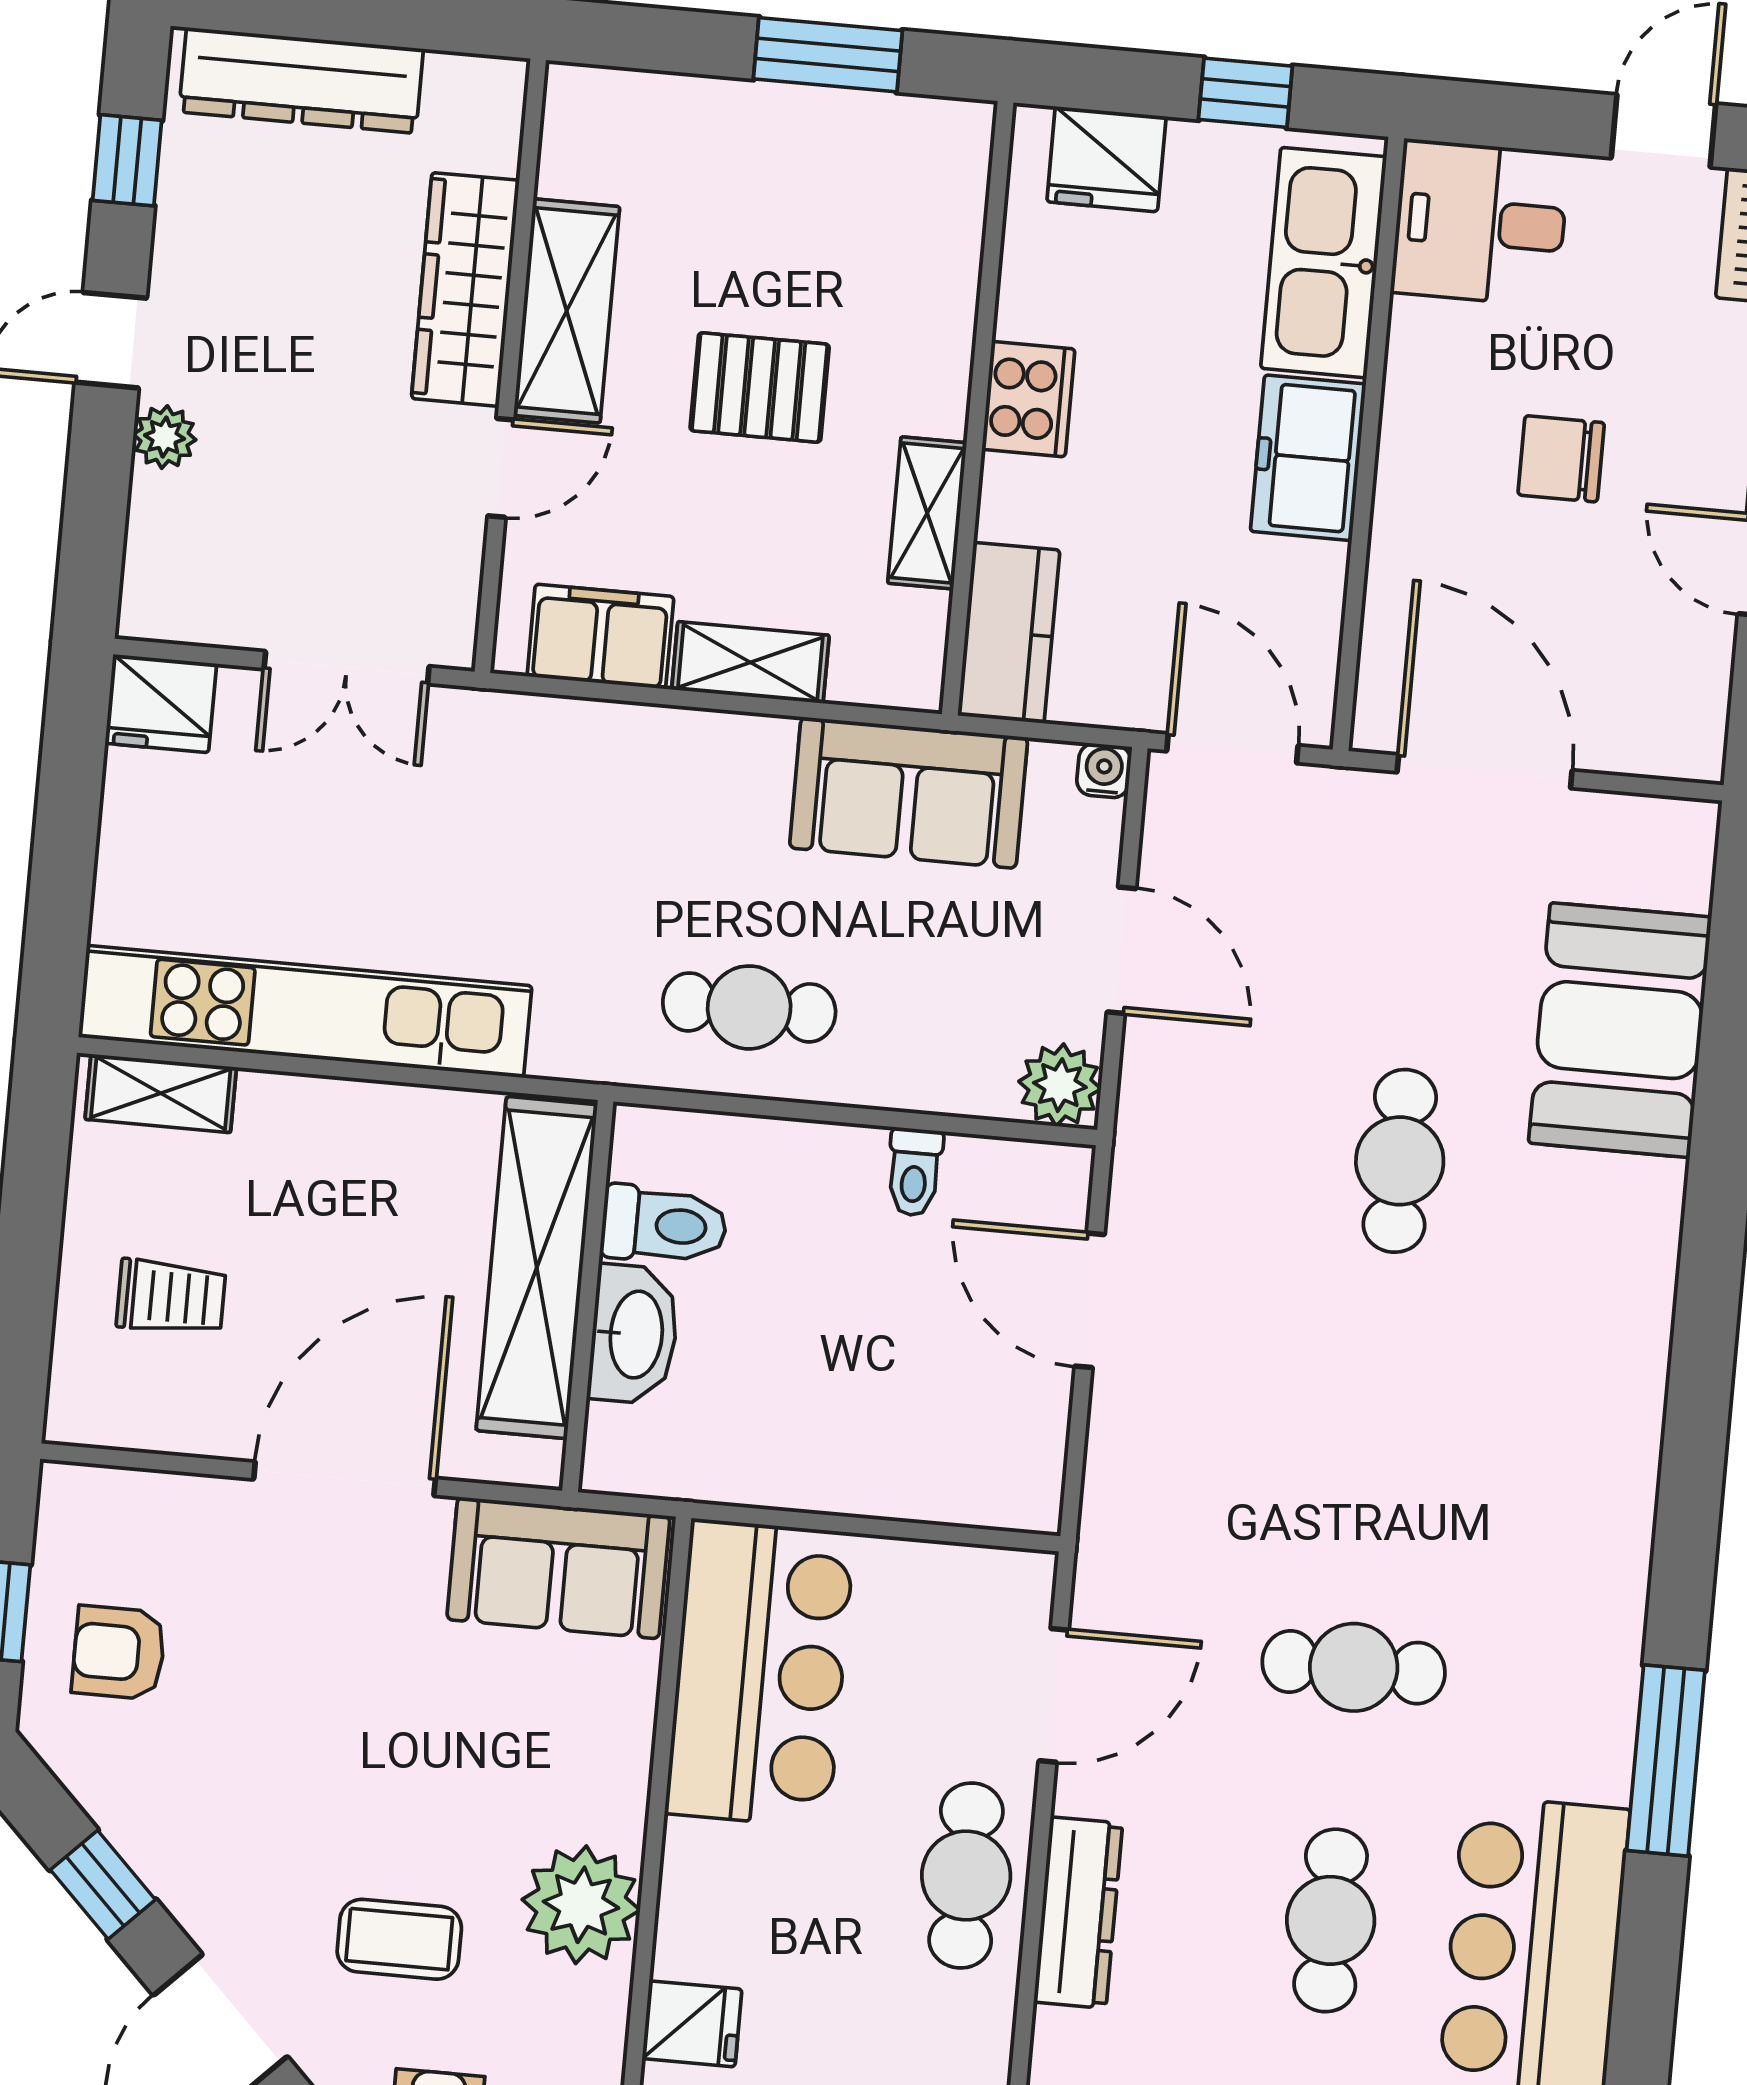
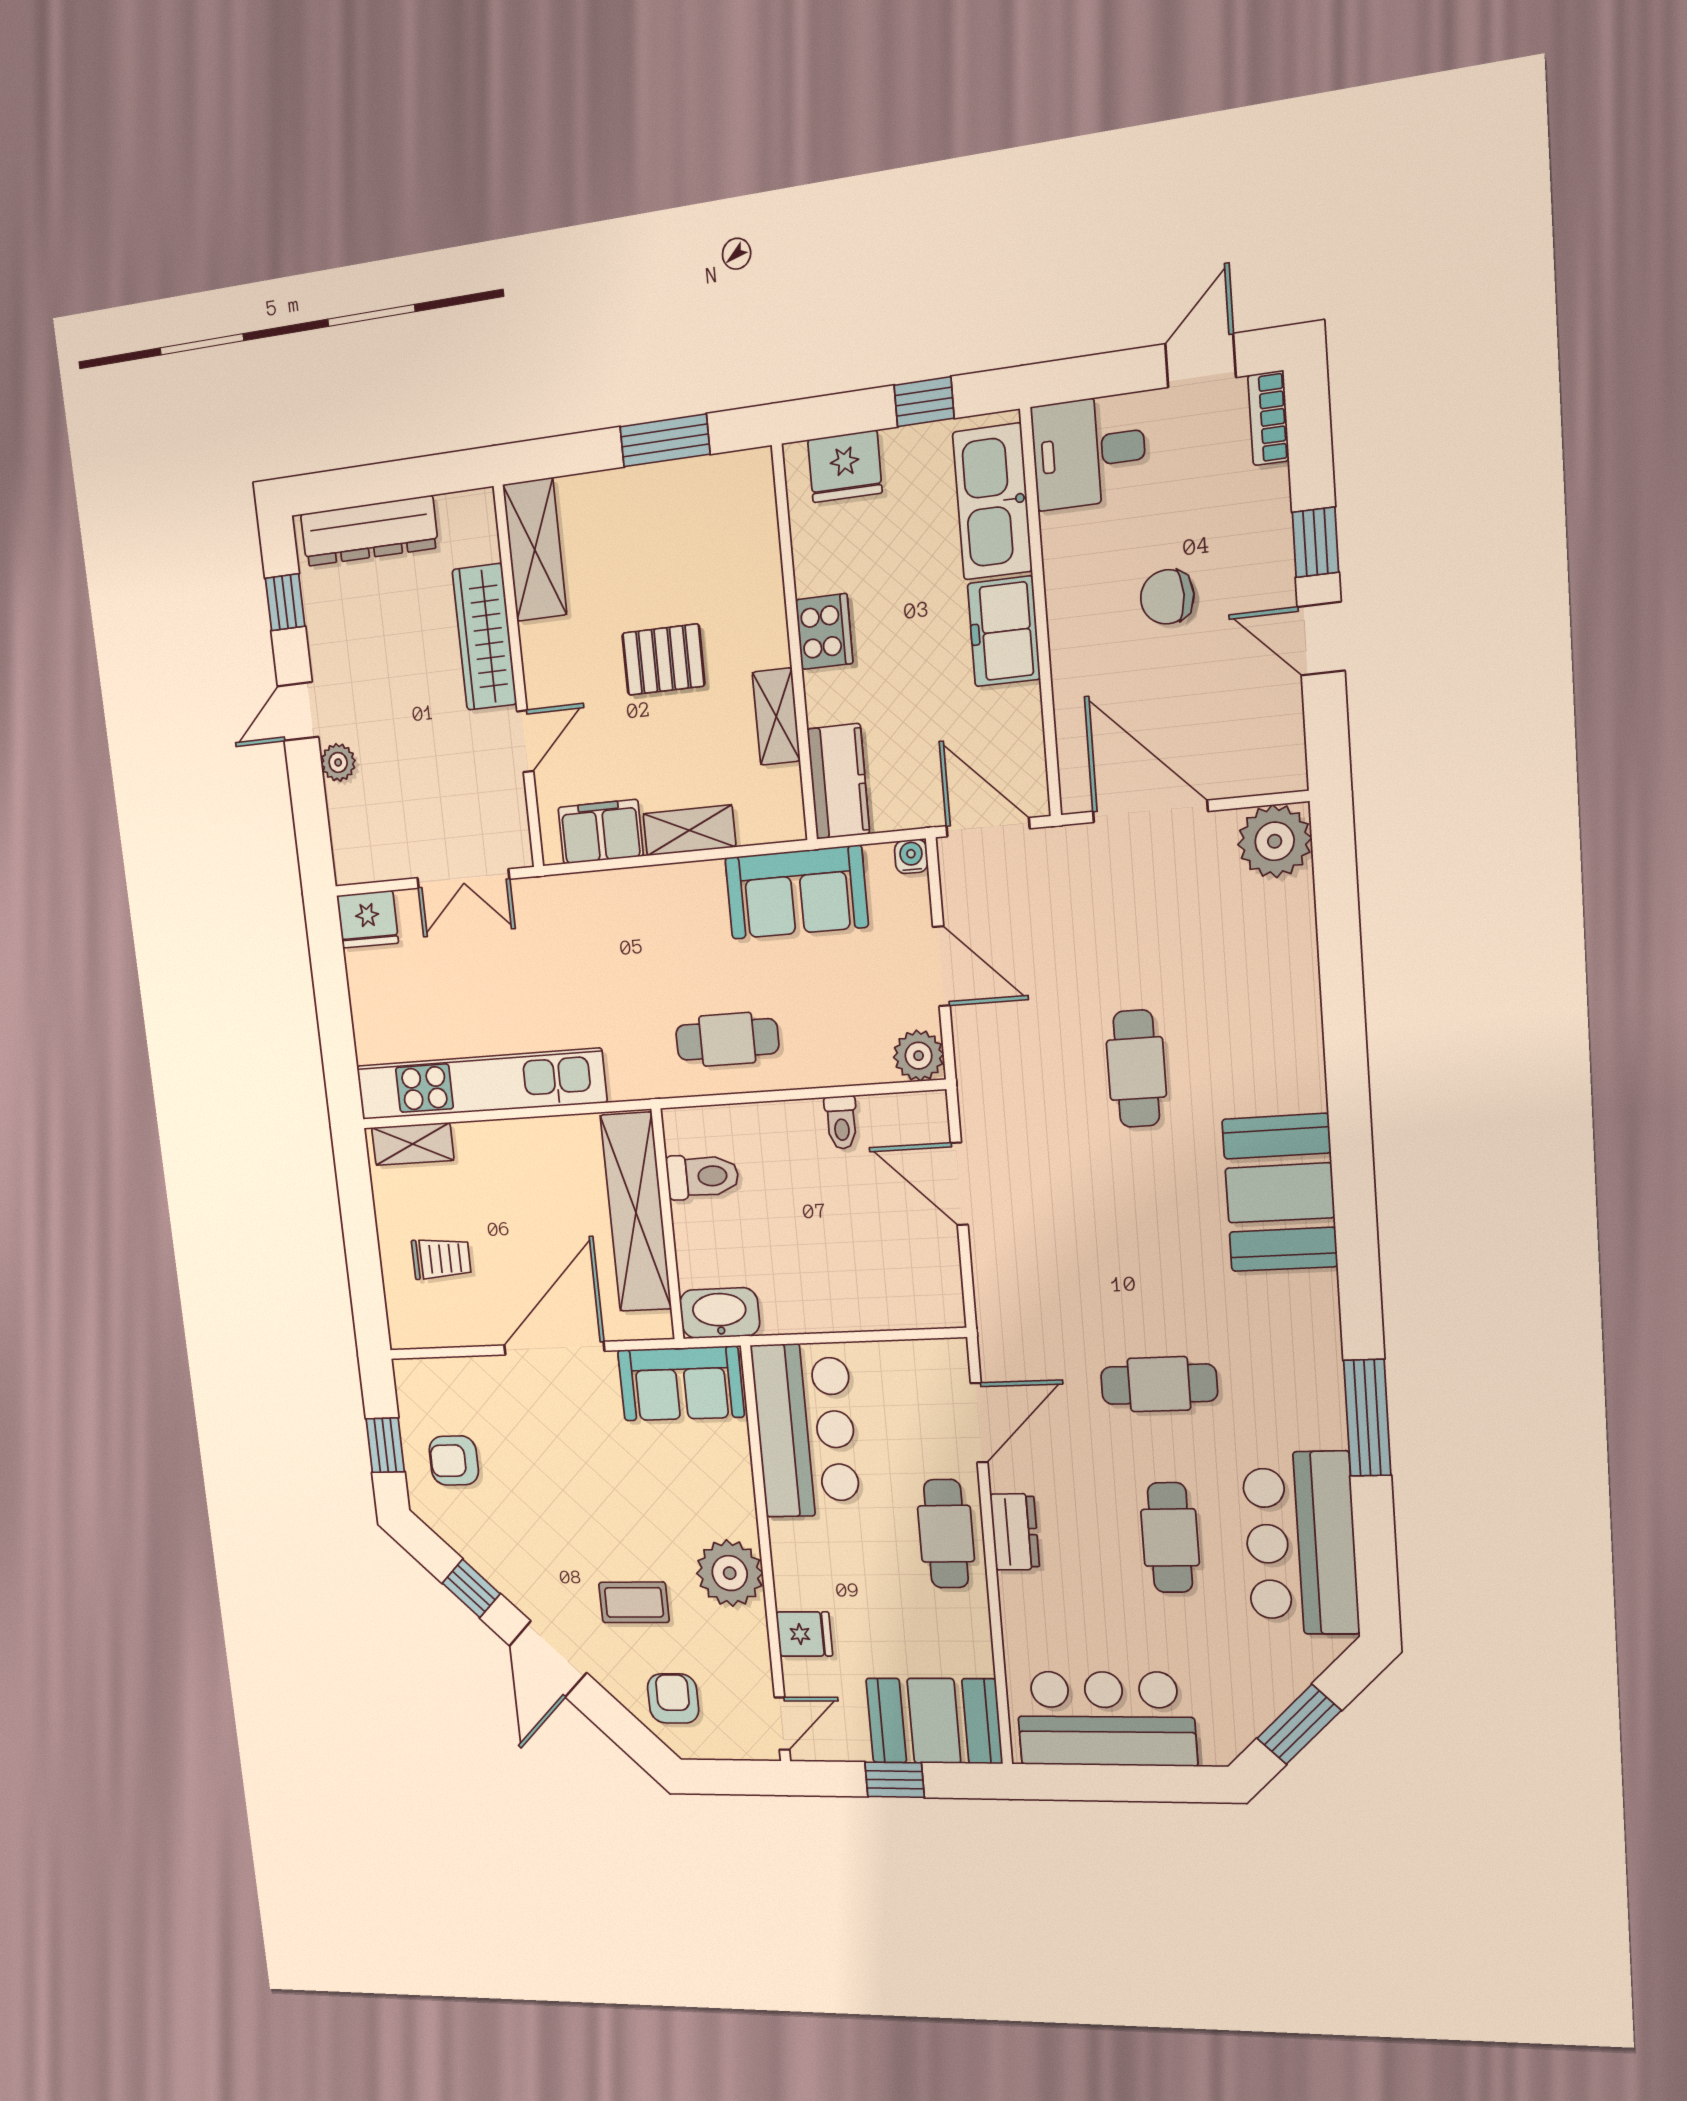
shelving: (567, 311) -> (535, 550), moved
plant: (1662, 851) -> (1275, 841), added
booth: (1620, 1030) -> (1280, 1193), moved
washbasin: (634, 1334) -> (720, 1313), moved, turned -90
dresser: (1078, 1913) -> (1015, 1532), width x0.70

